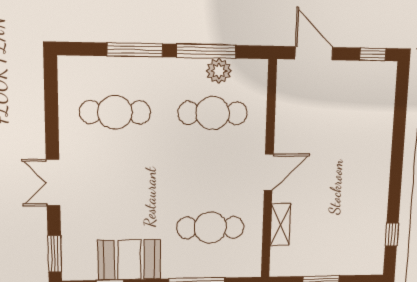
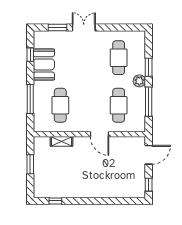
window: (135, 50) -> (149, 67), width x0.69
plant: (219, 71) -> (139, 81), moved
door: (269, 172) -> (100, 134), moved
window: (55, 254) -> (57, 28), moved

